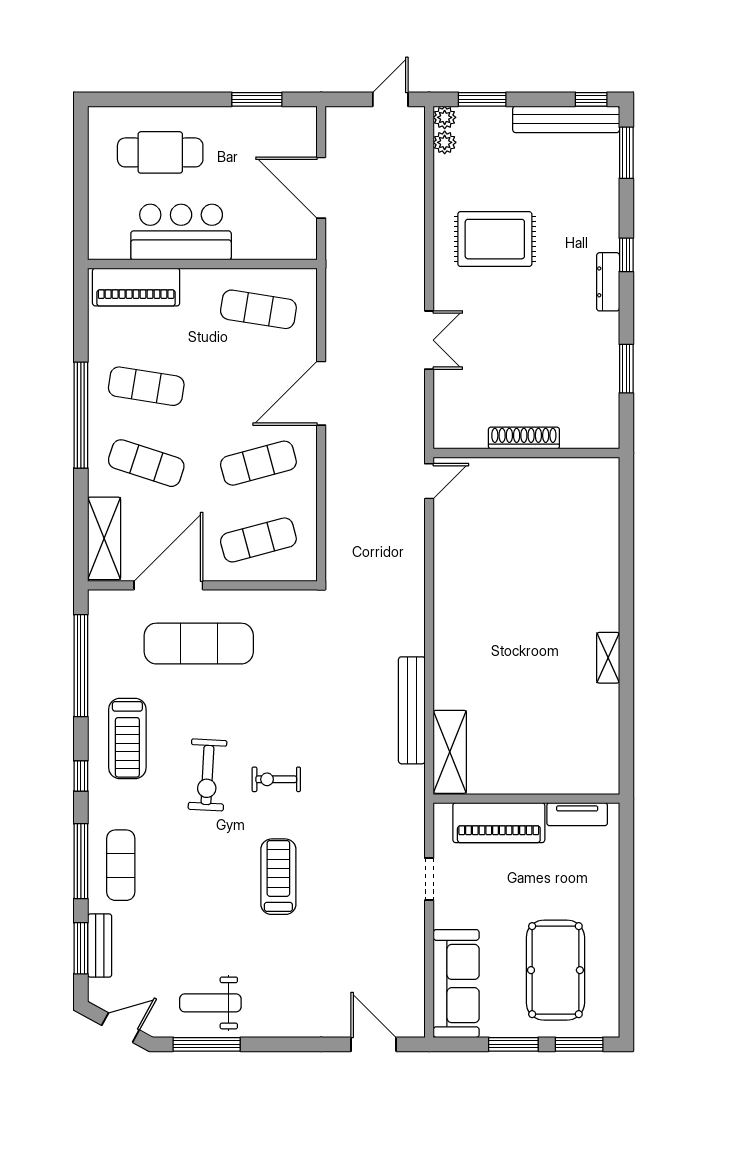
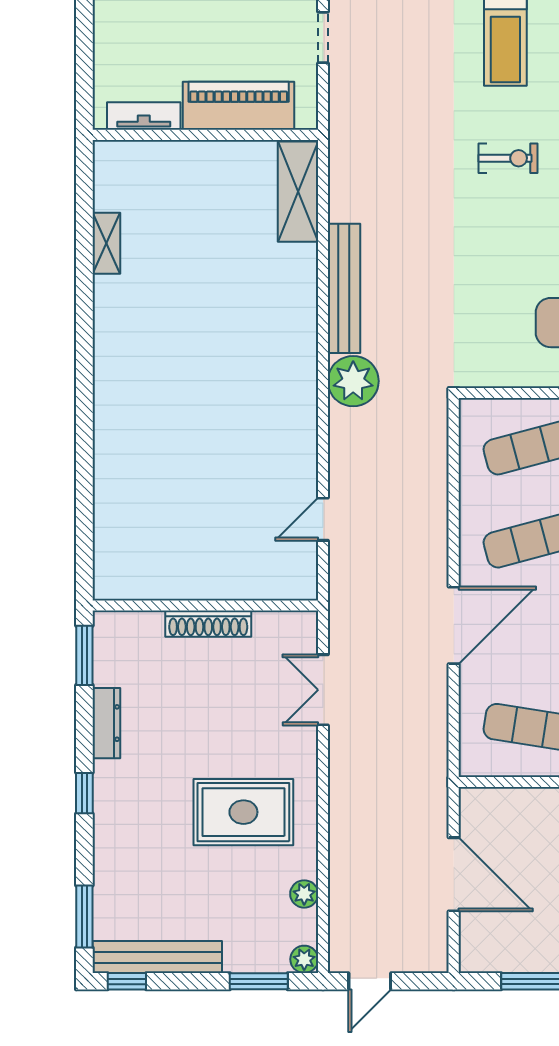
plant: (445, 142) -> (304, 894), moved
dresser: (608, 282) -> (106, 723), moved
shoe rack: (524, 438) -> (208, 624), moved
wall: (526, 453) -> (205, 605), moved
plant: (404, 595) -> (353, 381), added
shelving: (608, 658) -> (106, 243), moved
bench: (412, 710) -> (344, 288), moved

